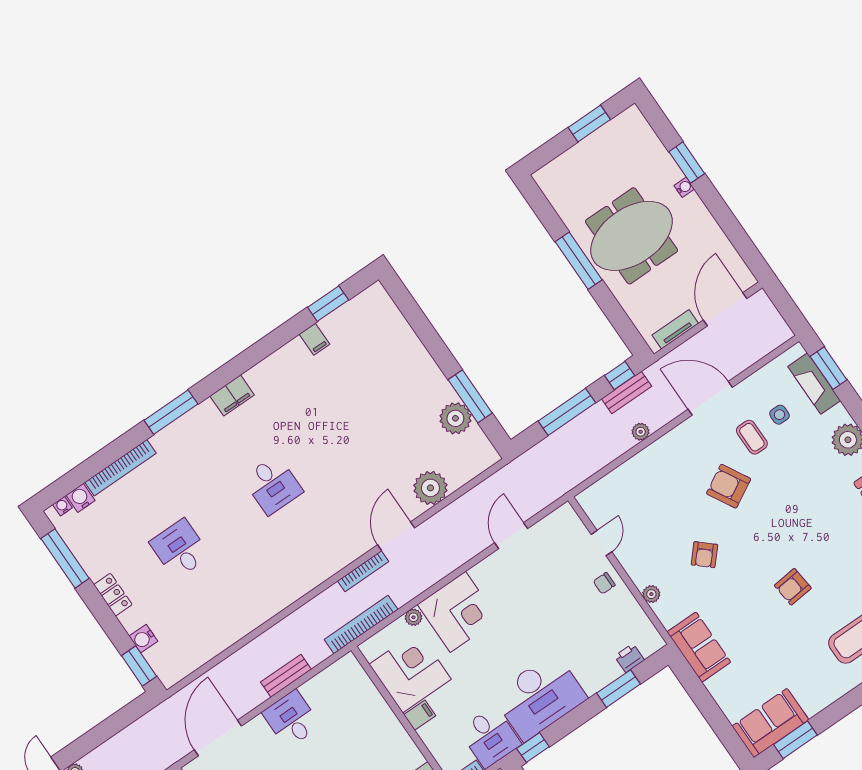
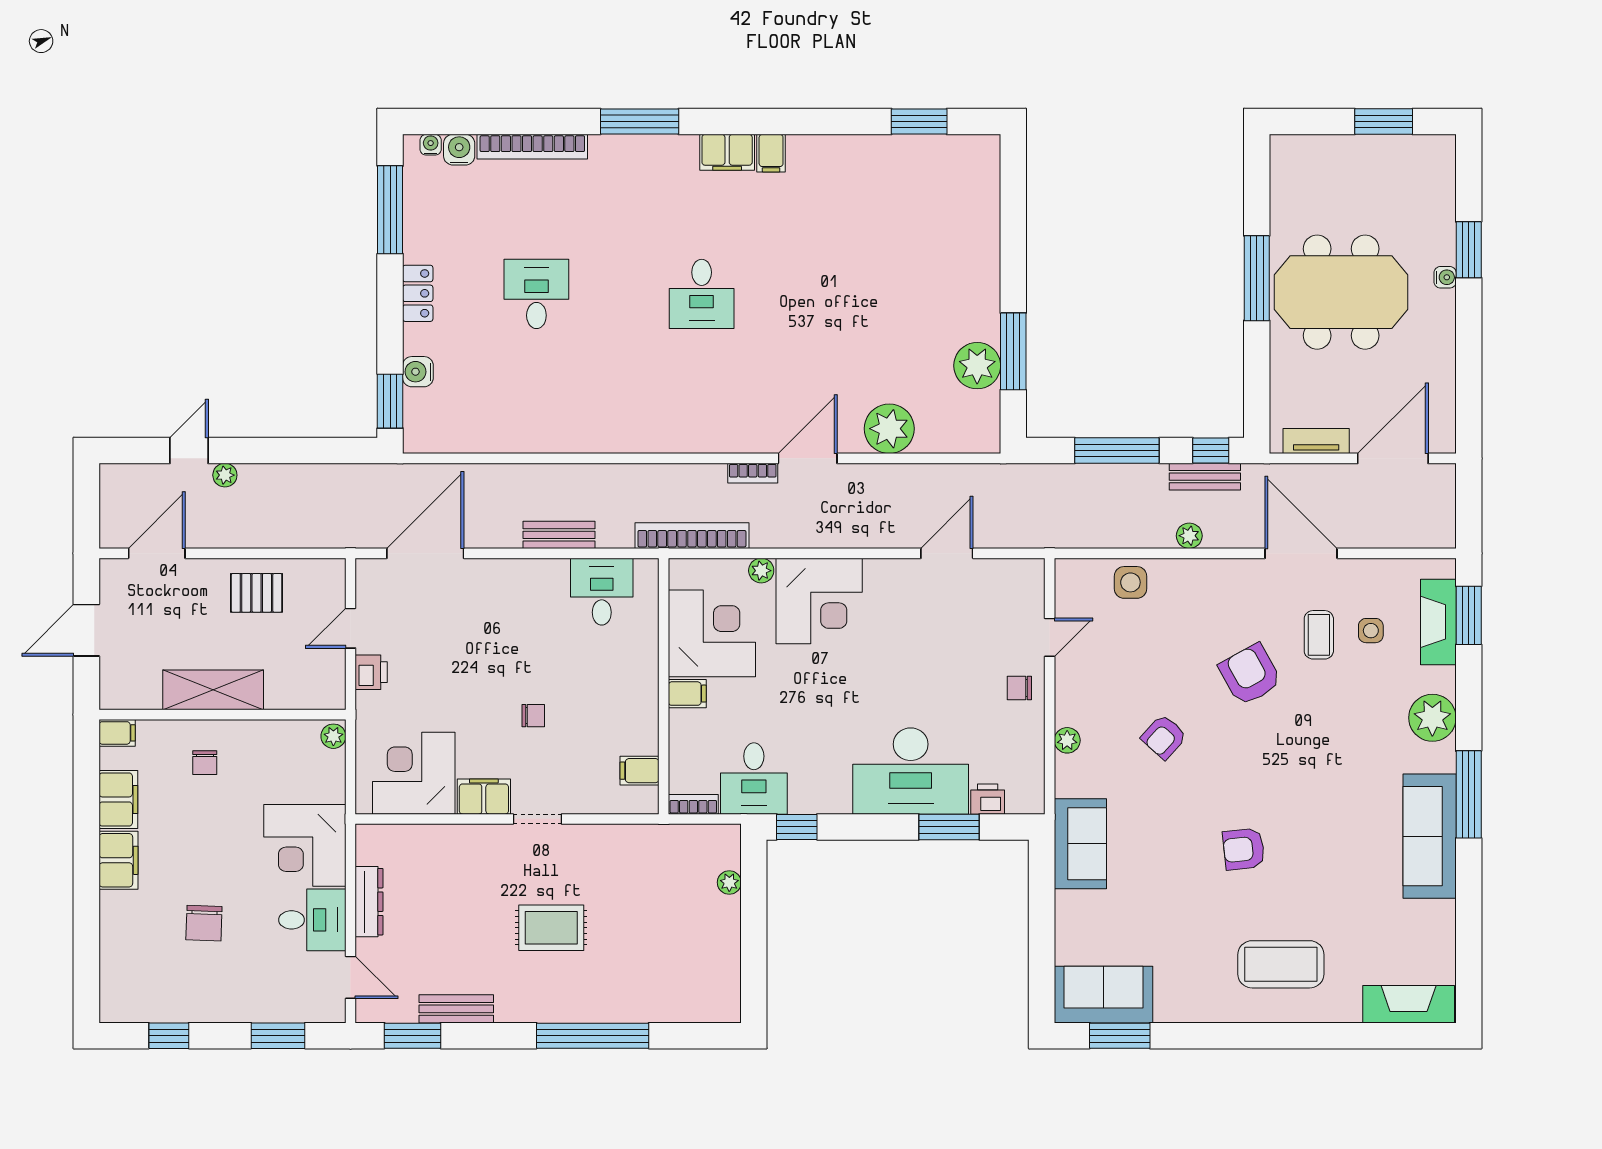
filing cabinet: (315, 339) -> (771, 153), moved
side table: (626, 481) -> (1130, 582), added
bookcase: (363, 571) -> (753, 473), width x0.64
desk: (540, 697) -> (911, 771), moved
desk: (291, 719) -> (602, 592), moved

